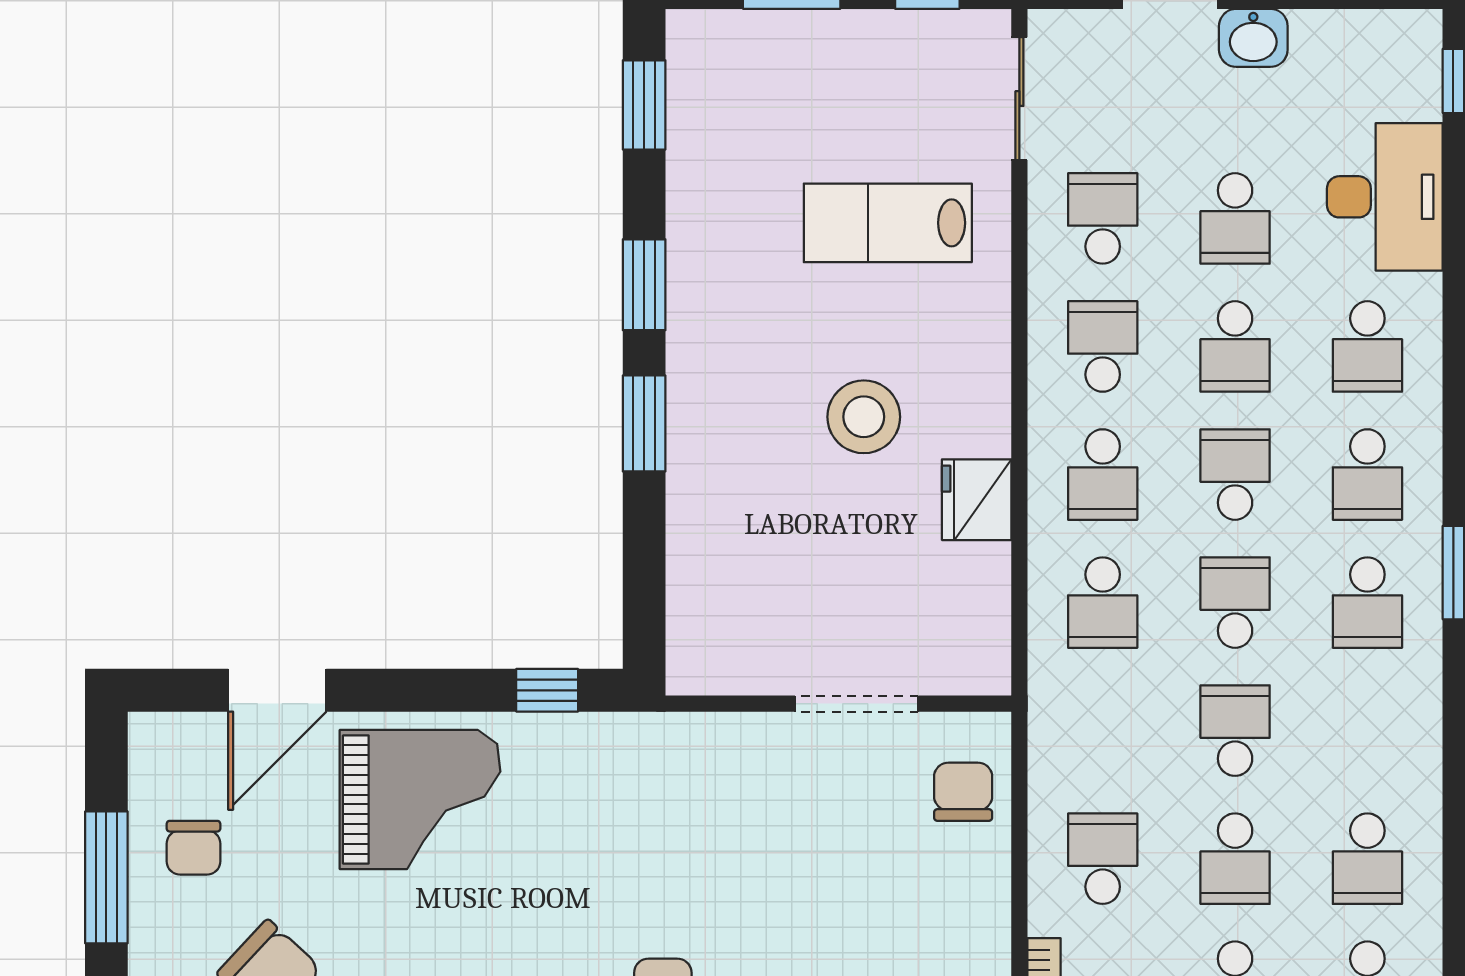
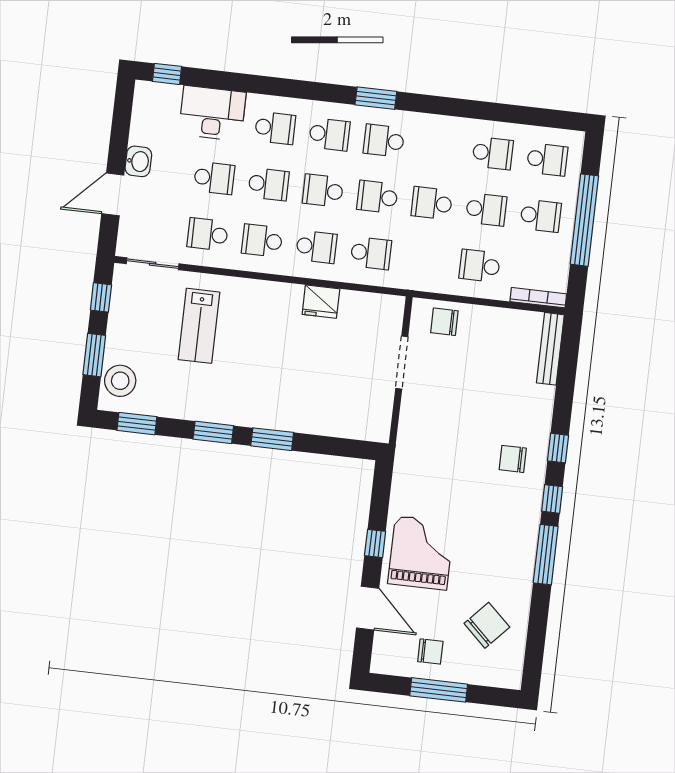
stool: (864, 417) -> (120, 381), moved
school desk: (1367, 603) -> (384, 141), turned 180
window: (547, 690) -> (375, 544), moved

